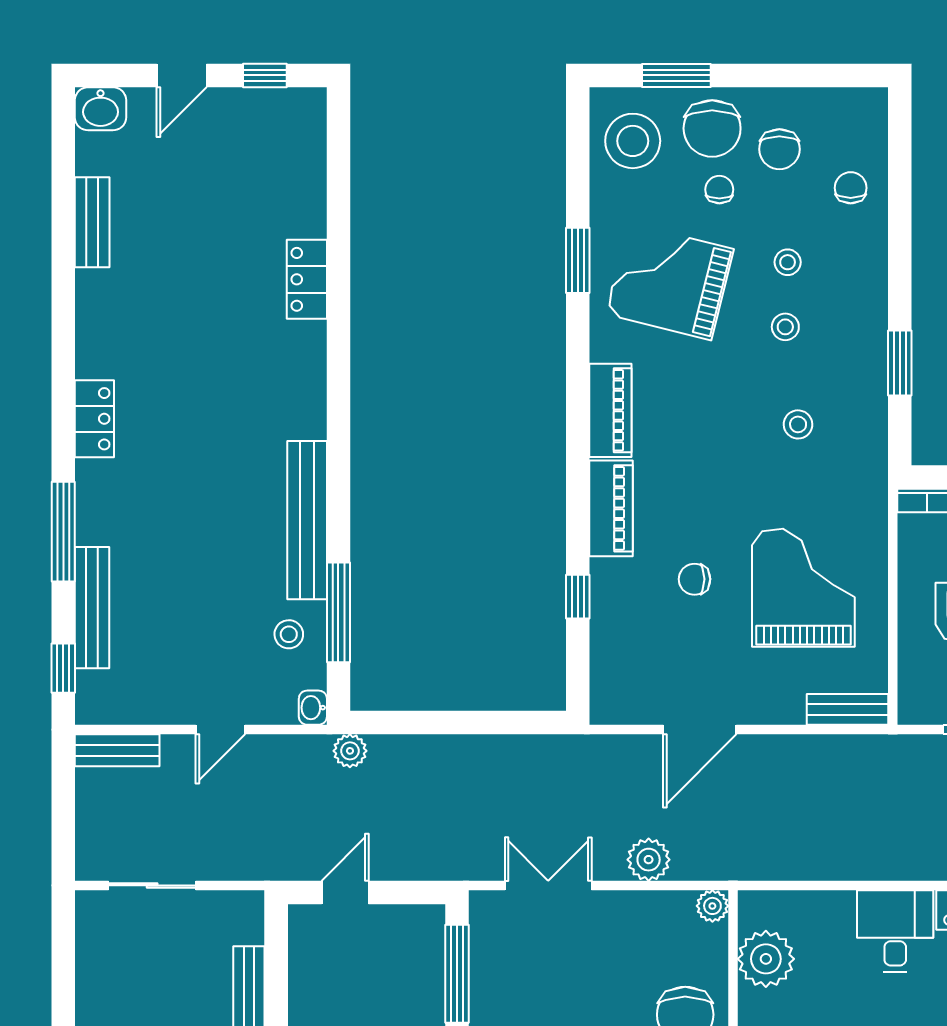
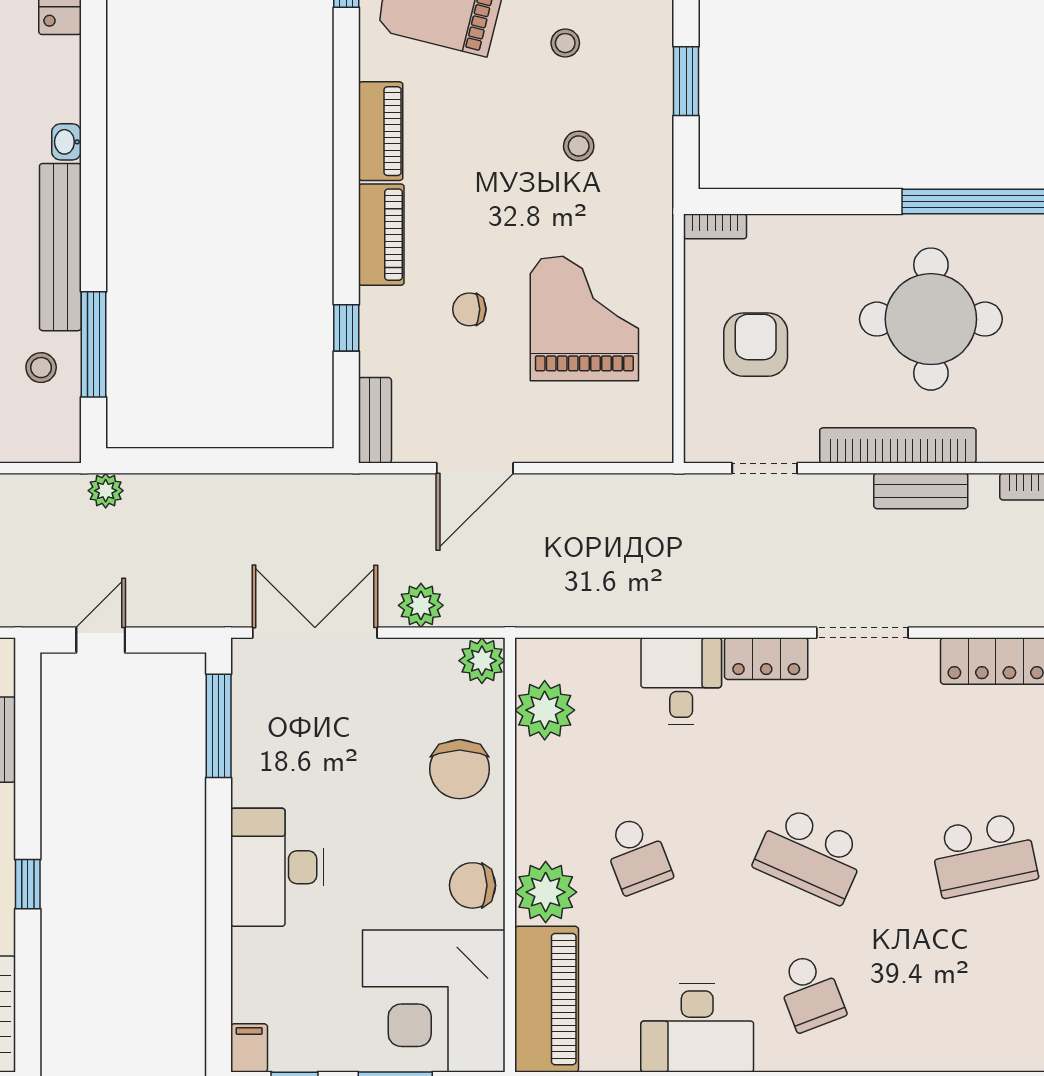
washbasin: (313, 708) -> (66, 142), moved
bench: (847, 709) -> (375, 420), moved, turned 90
double door: (548, 885) -> (315, 633), width x1.37
plant: (712, 906) -> (482, 661), width x1.38, depth x1.38

